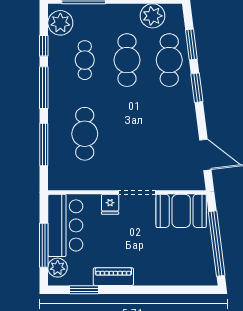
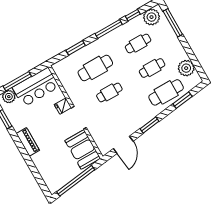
cafe table: (127, 60) -> (152, 68), width x0.73, depth x0.74
window: (197, 88) -> (150, 125), moved
cafe table: (127, 134) -> (109, 92), added
window: (44, 144) -> (76, 48), width x0.69
piano: (113, 277) -> (28, 142), moved

